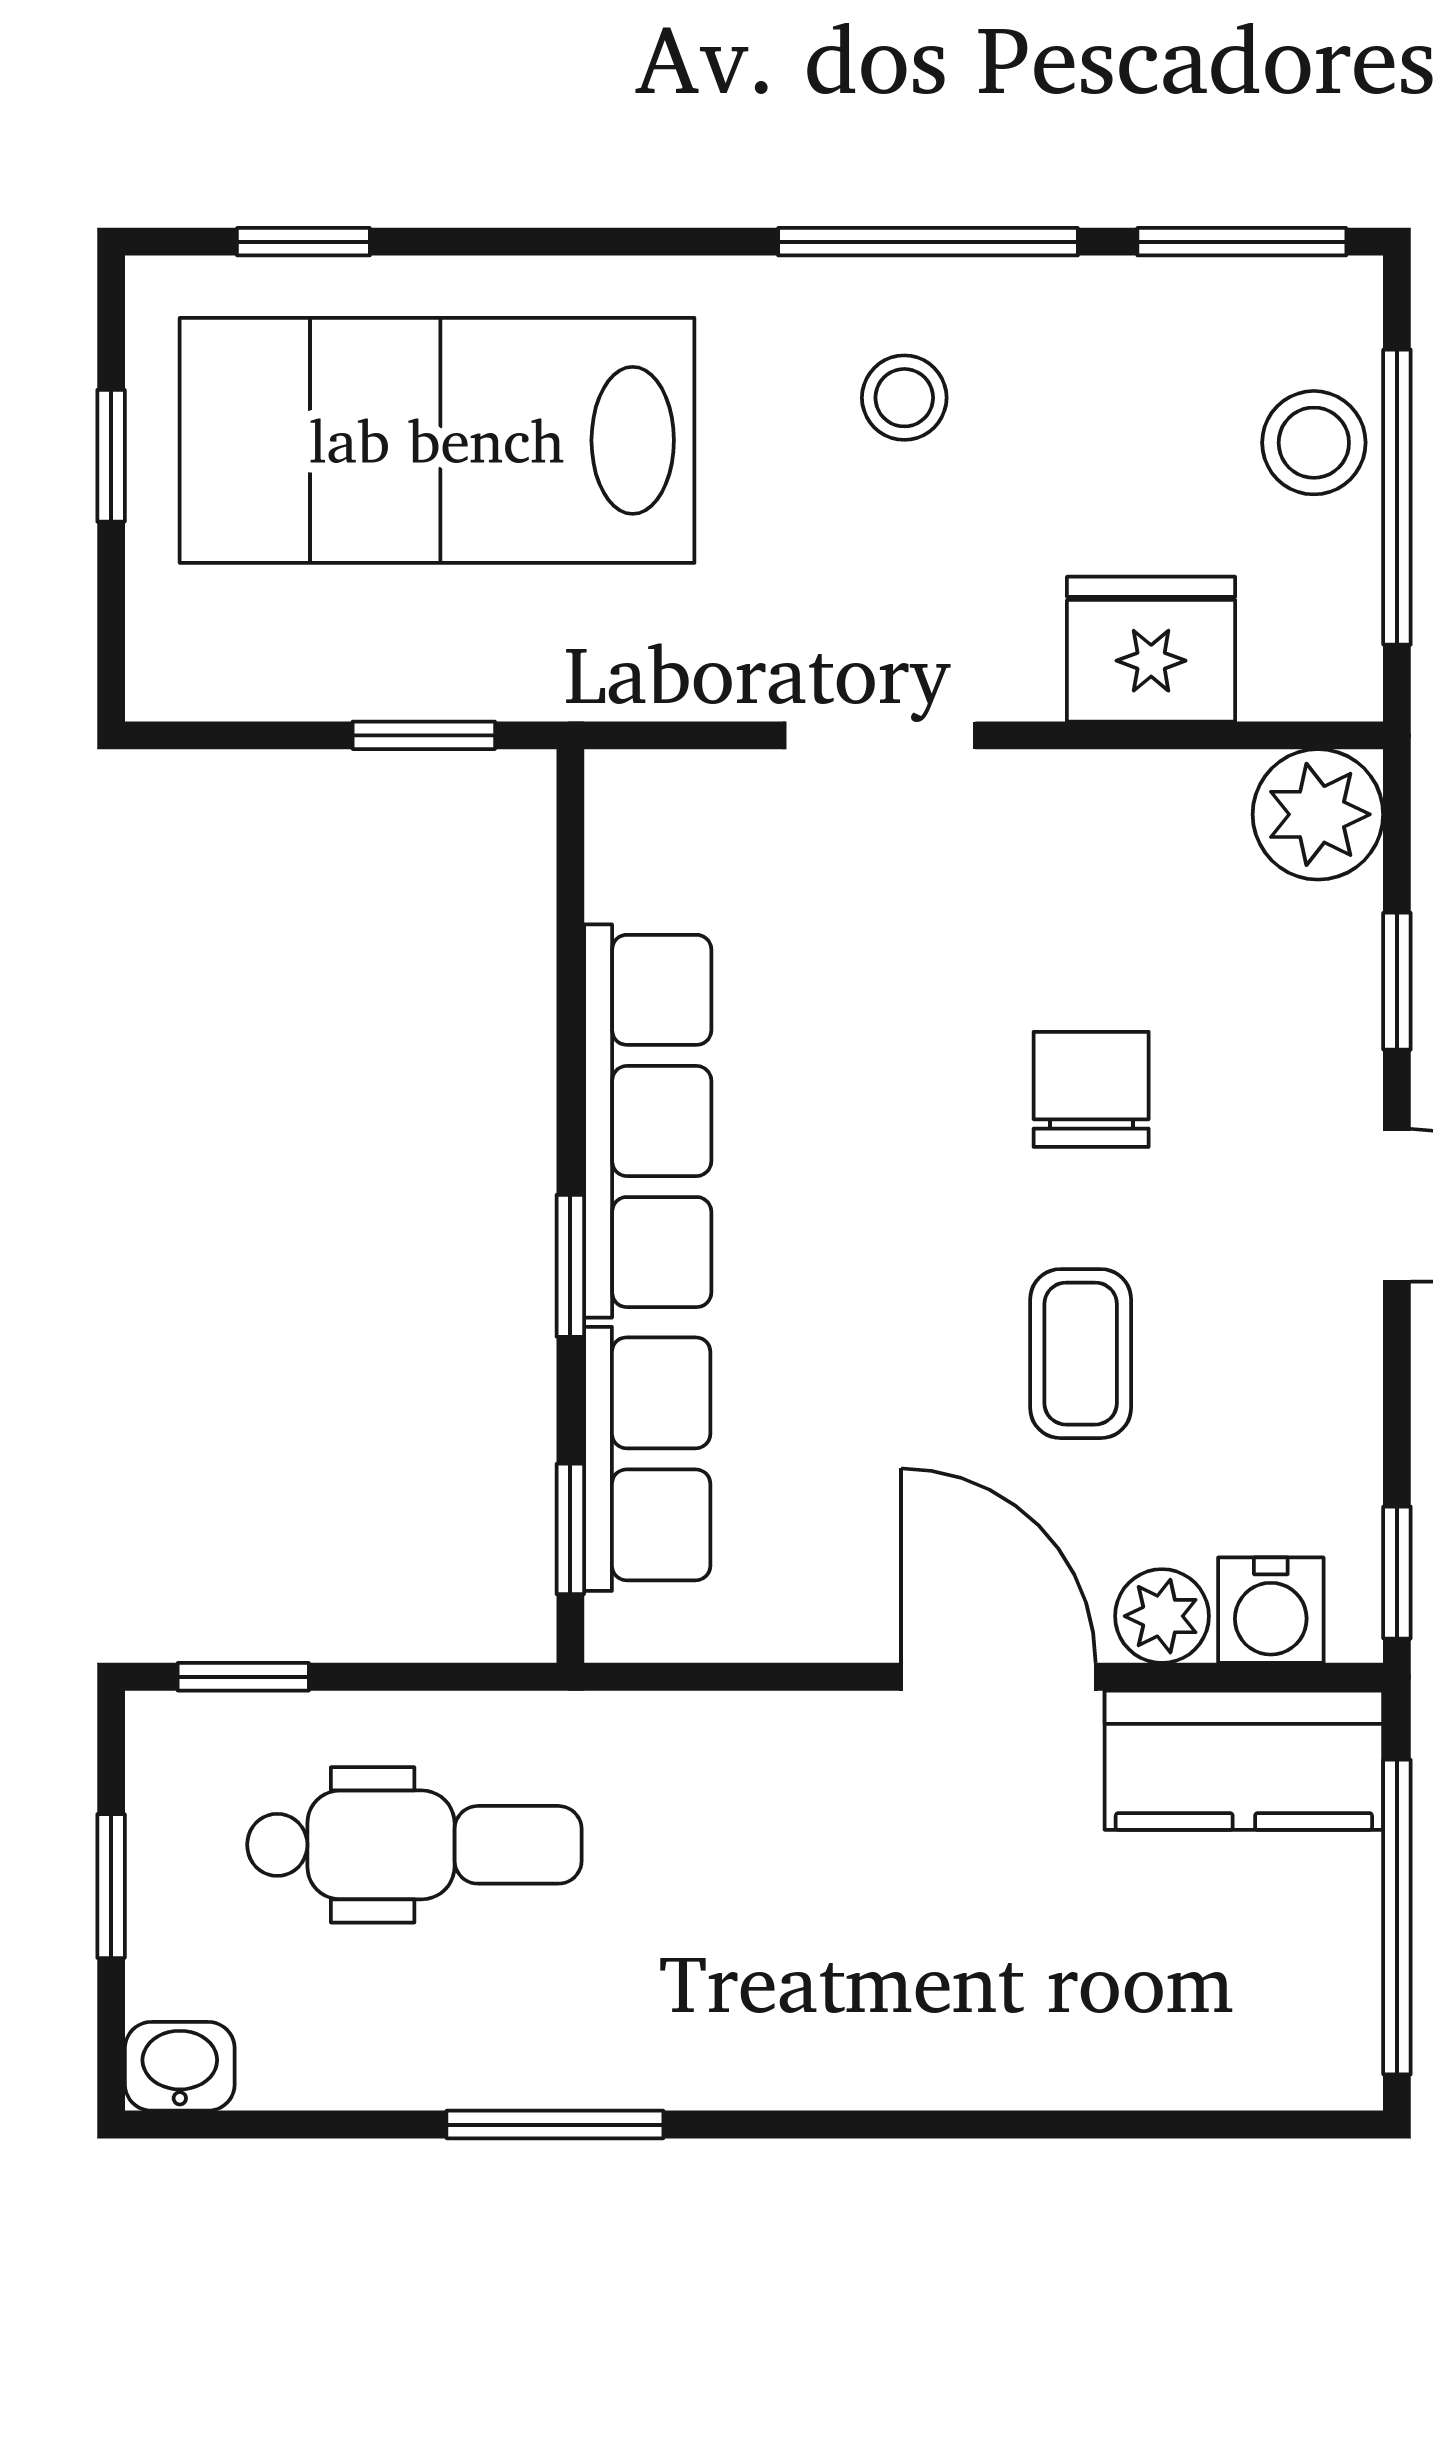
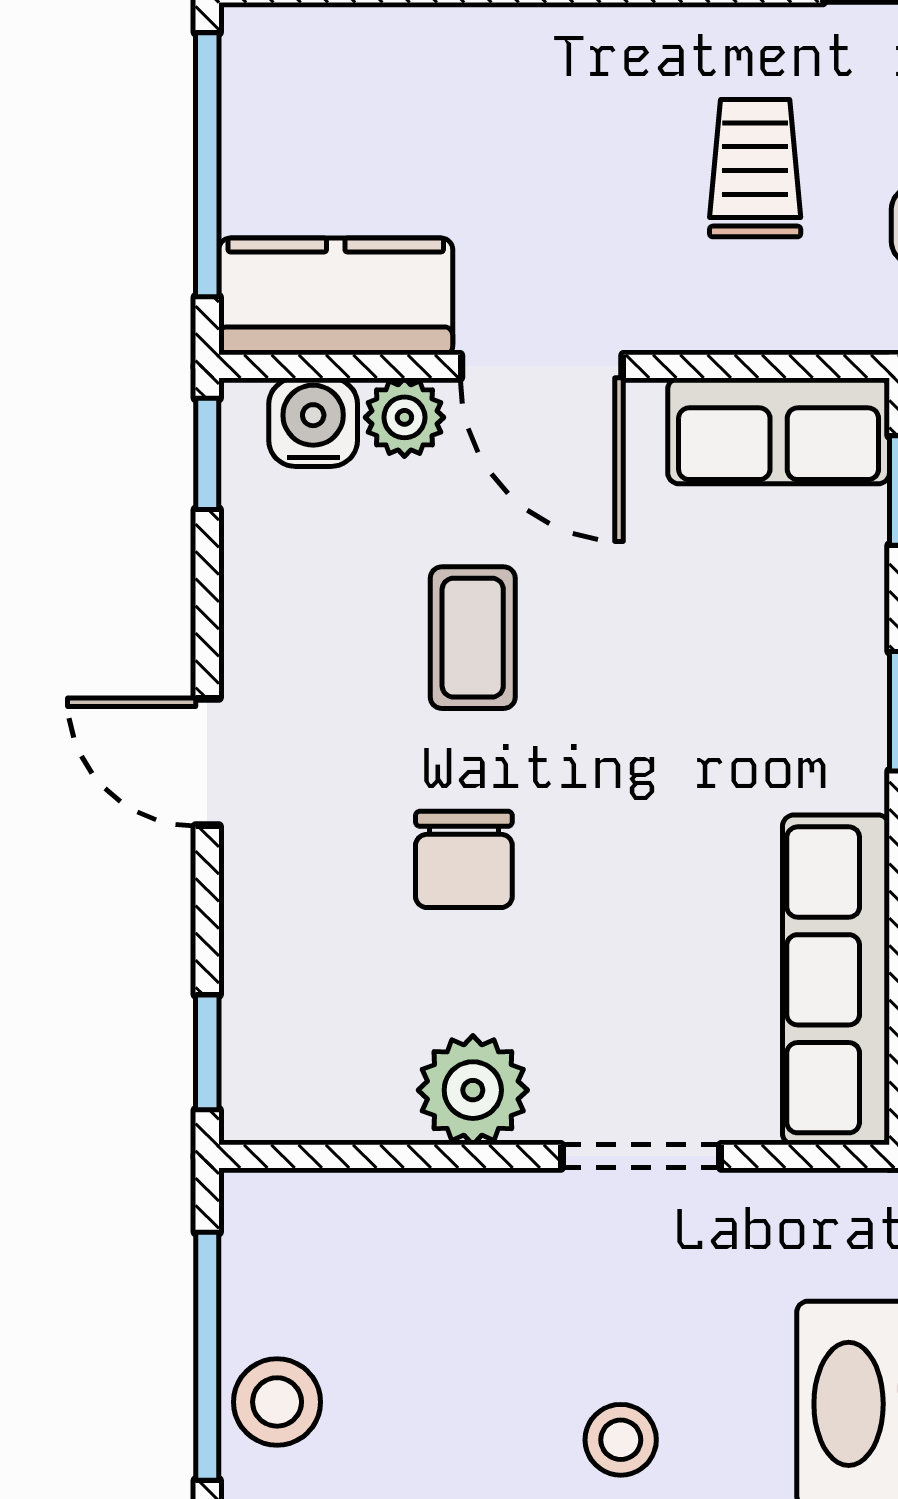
fridge: (1151, 649) -> (414, 1229), removed
plant: (1318, 814) -> (473, 1090), moved
window: (1397, 981) -> (207, 1052), moved
row of seats: (648, 1121) -> (836, 980), moved
row of seats: (647, 1459) -> (779, 431), moved, turned -90
trolley: (744, 1913) -> (755, 168), added

